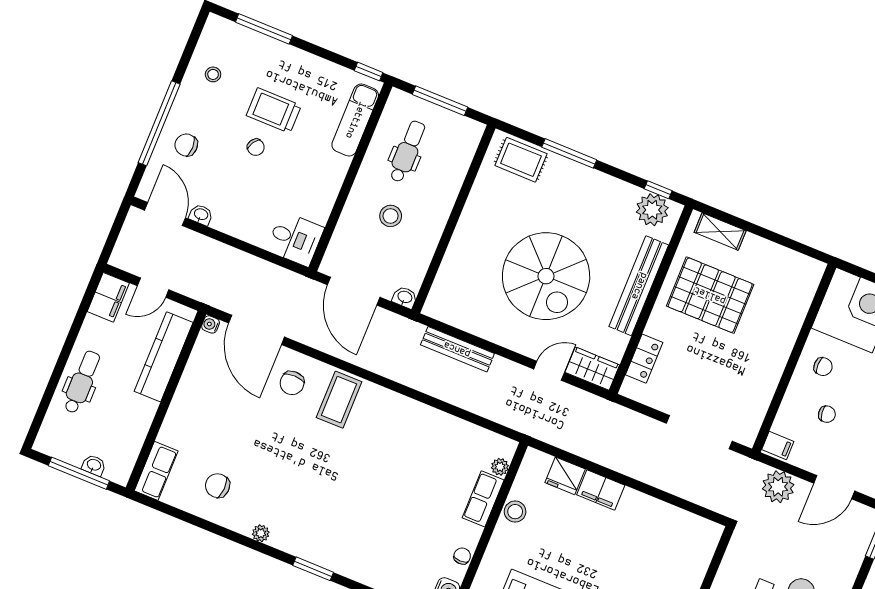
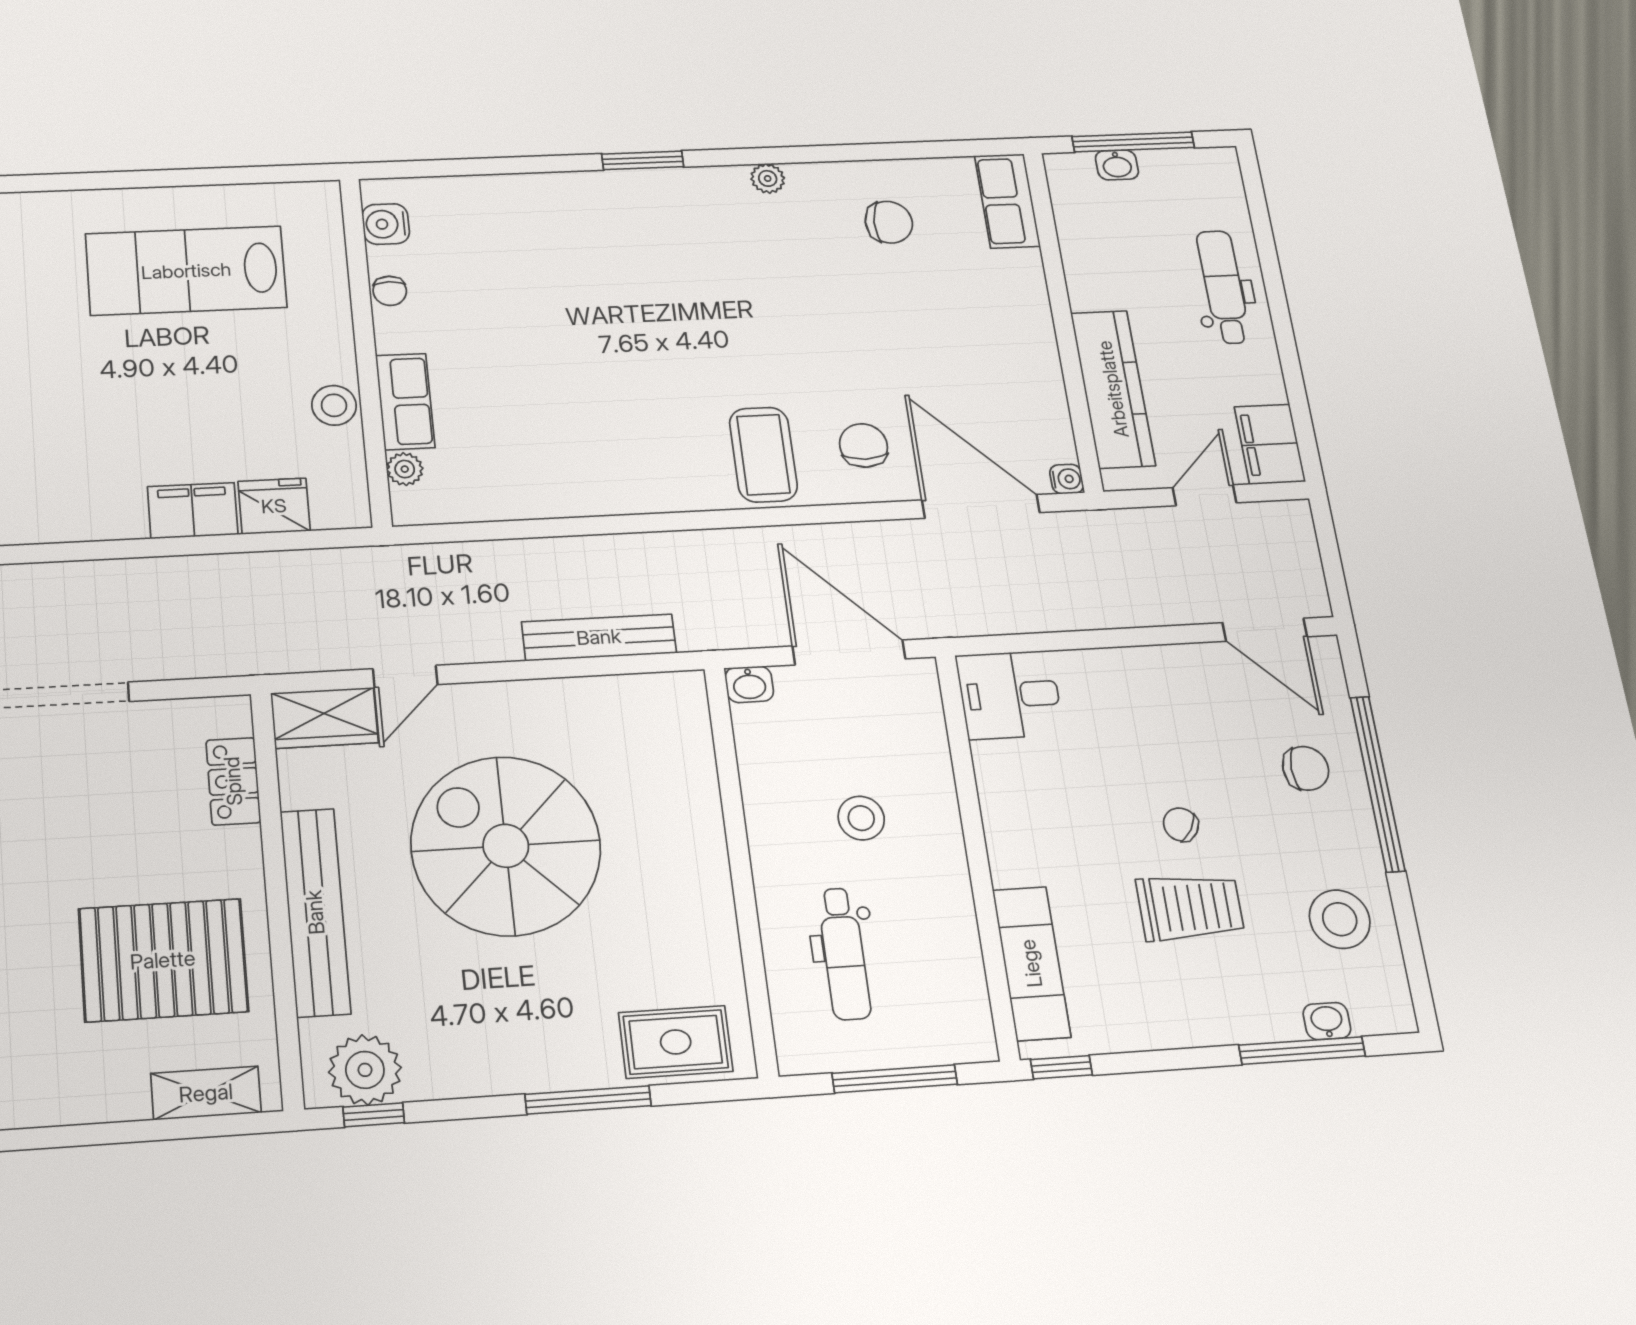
stool: (213, 74) -> (1340, 919), width x1.89, depth x1.89
dental chair: (407, 151) -> (844, 954), moved
washbasin: (201, 215) -> (1327, 1021), moved, turned 180
dental chair: (82, 382) -> (1223, 287), turned 180

